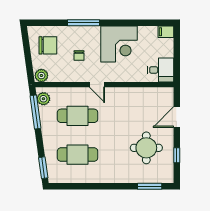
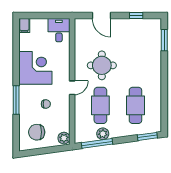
chair: (48, 45) -> (37, 132), turned -90
plant: (43, 99) -> (103, 134), moved
round table: (146, 148) -> (102, 65), moved

